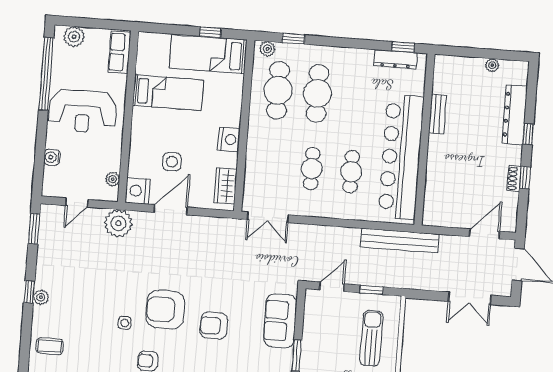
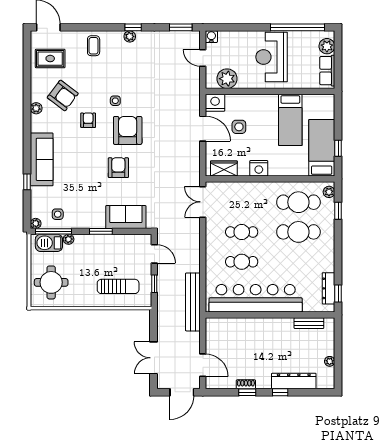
row of seats: (119, 52) -> (327, 71), moved, turned -90
bench: (438, 114) -> (309, 323), moved
water cooler: (52, 157) -> (211, 37), moved
plant: (113, 179) -> (227, 79), width x1.88, depth x1.88
plant: (118, 223) -> (190, 90), removed

